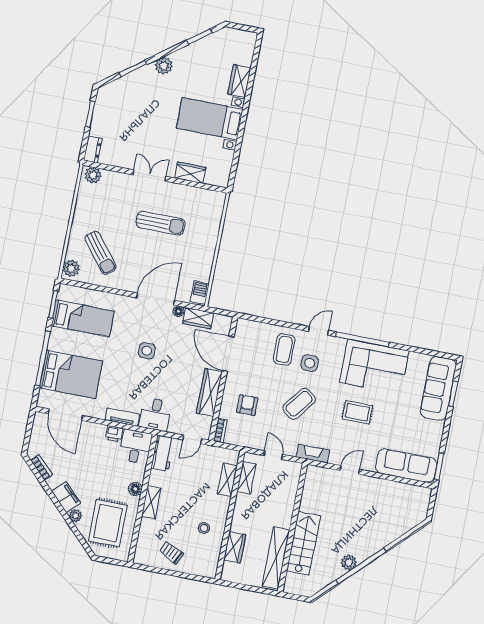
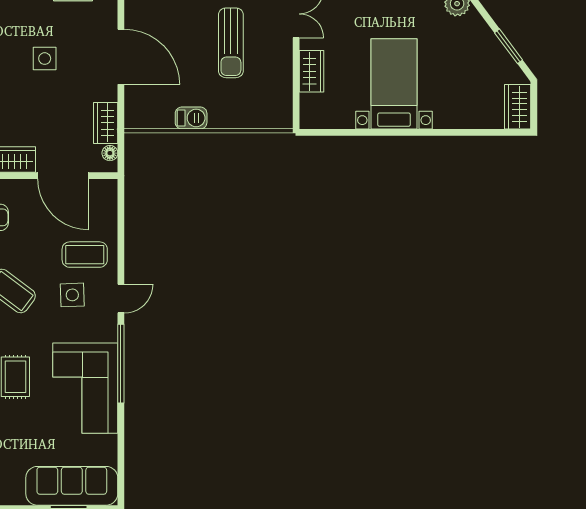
wardrobe: (240, 81) -> (518, 107), moved, turned -90
barbecue: (200, 293) -> (191, 118), moved
floor lamp: (178, 311) -> (110, 153), moved
door: (318, 331) -> (121, 299), hinge flipped
door: (228, 354) -> (63, 176), swing flipped

